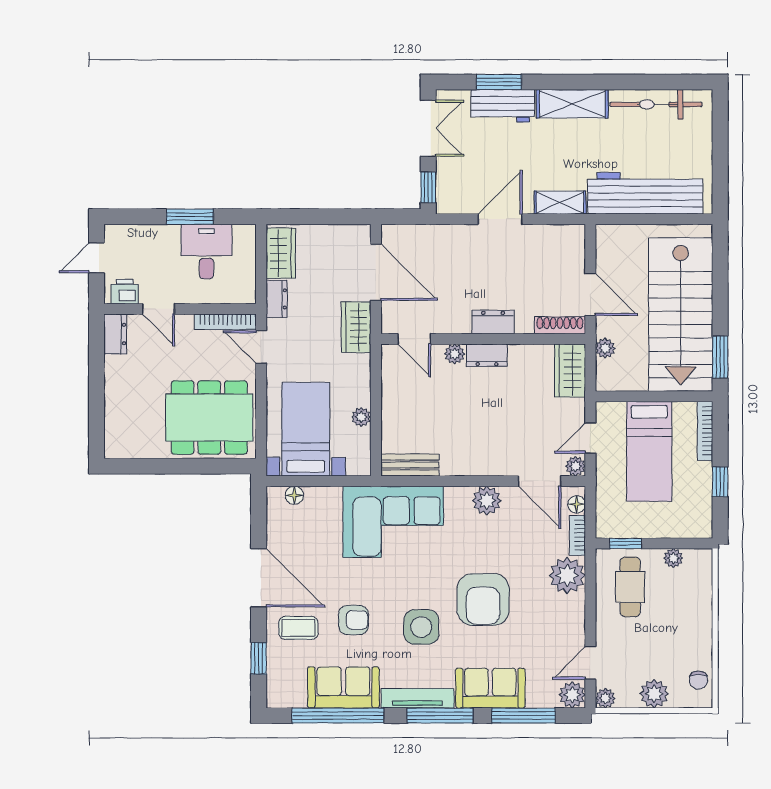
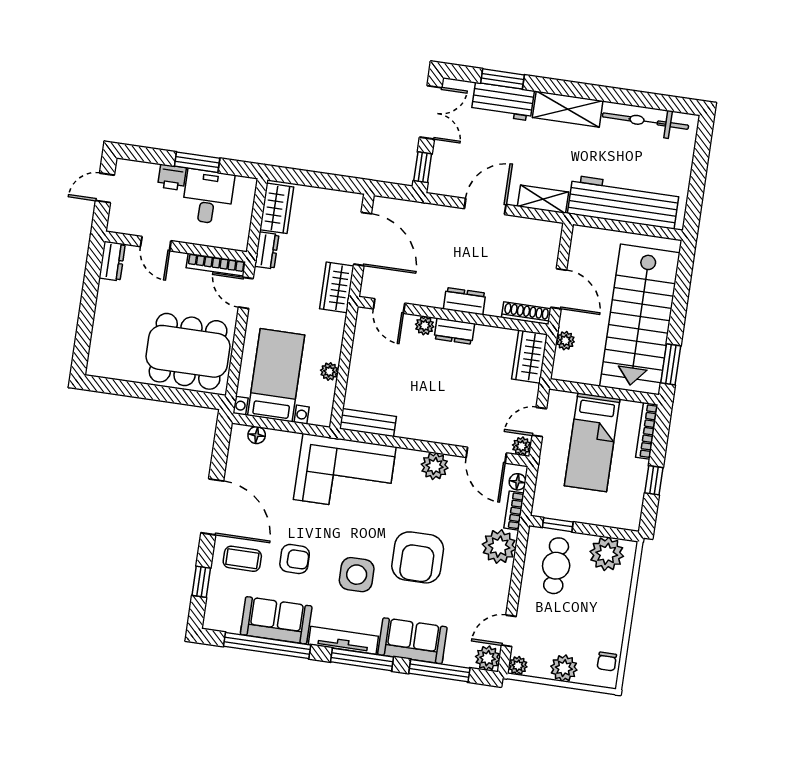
printer: (125, 292) -> (172, 177), moved, turned 180
plant: (673, 558) -> (607, 554), width x1.88, depth x1.88

